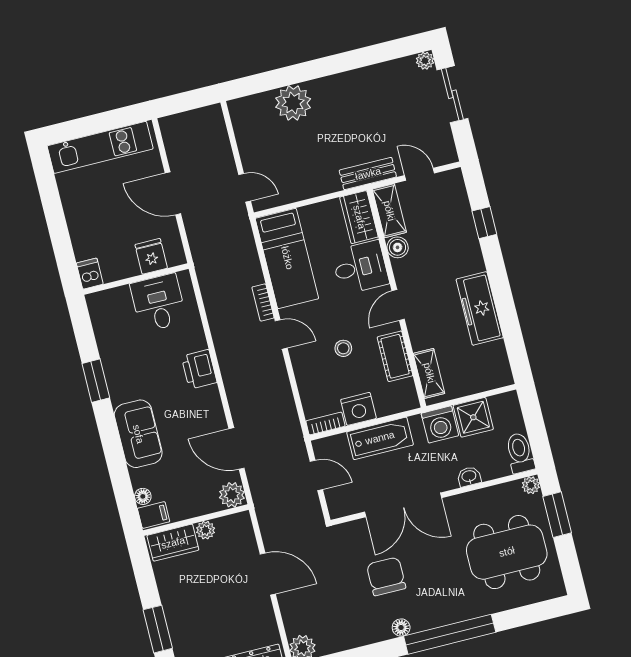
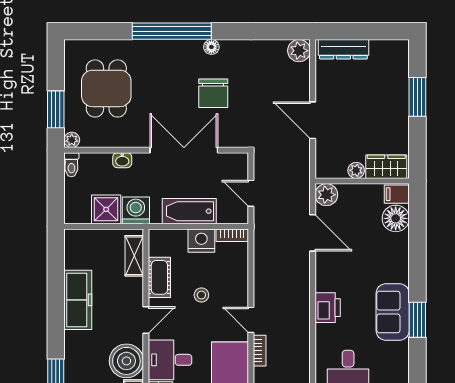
boiler: (398, 247) -> (126, 361), width x1.86, depth x1.86
sofa: (138, 434) -> (393, 312), moved
toilet: (520, 453) -> (71, 165), width x0.73, depth x0.72
floor lamp: (143, 496) -> (396, 218), width x1.89, depth x1.89
dining table: (507, 552) -> (106, 88), width x0.73

